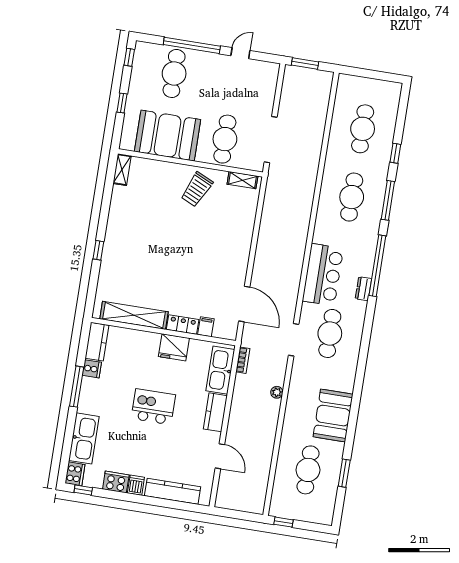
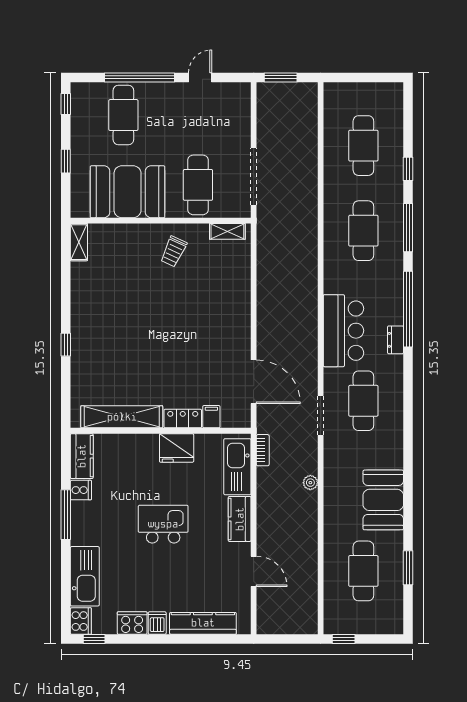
trolley: (197, 189) -> (173, 252), width x0.73, depth x0.72

